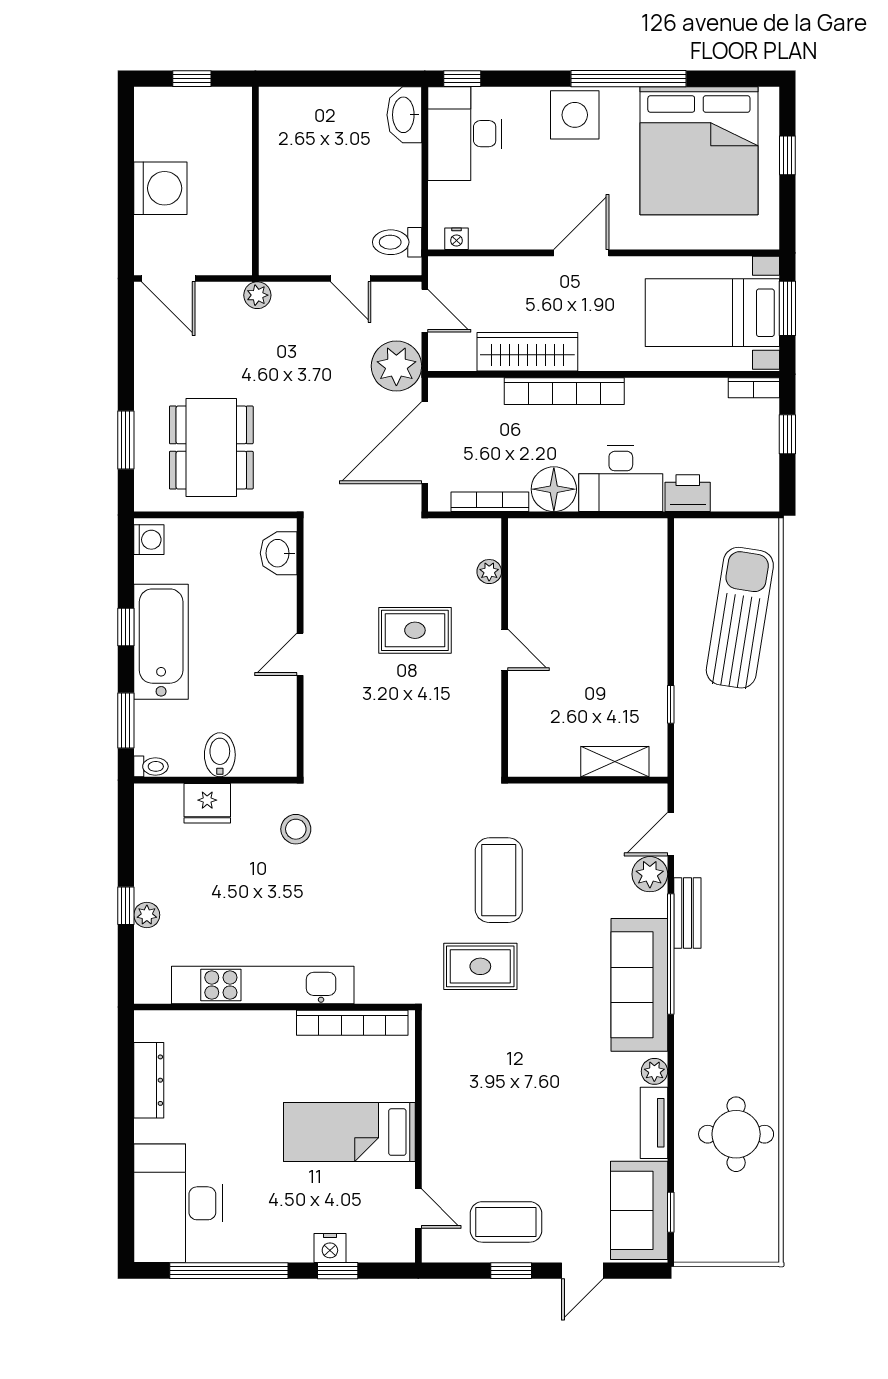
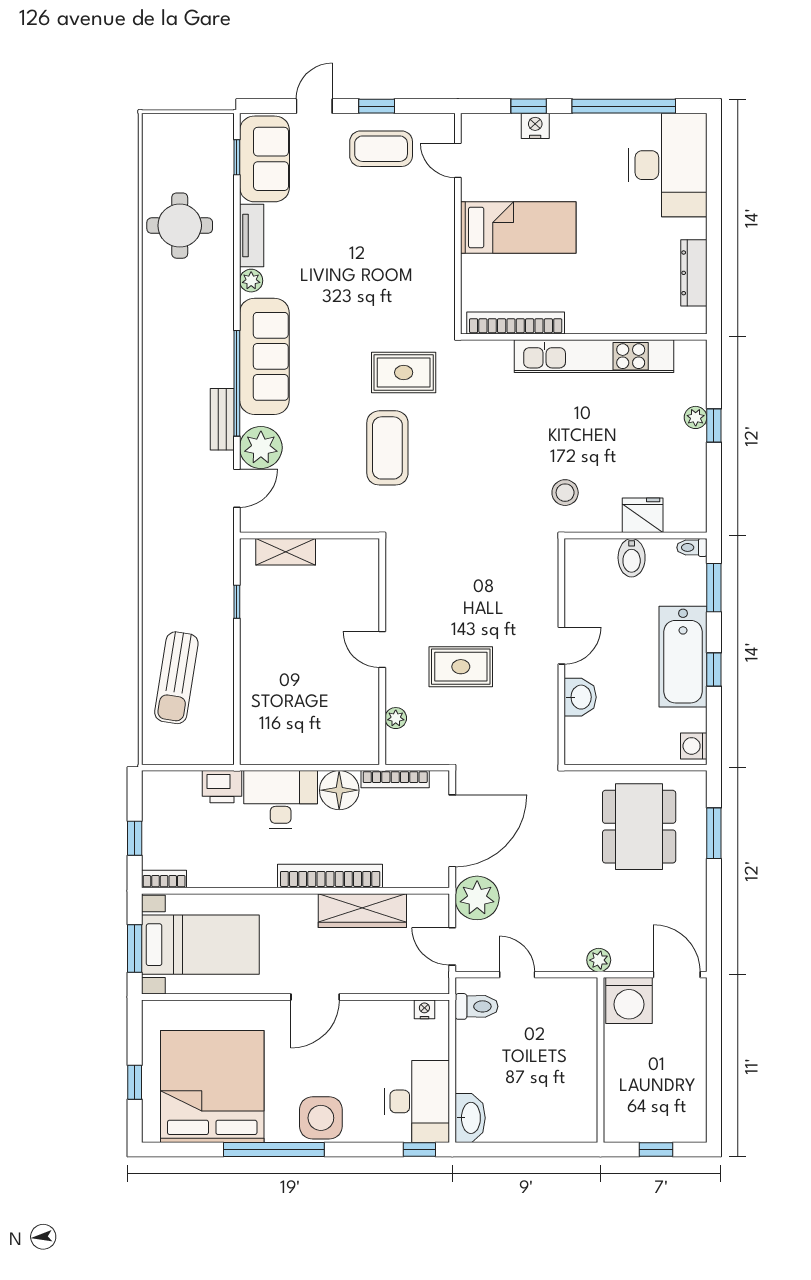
washing machine: (160, 188) -> (629, 1001), moved, turned -90
washbasin: (279, 553) -> (580, 697), moved
sun lounger: (740, 618) -> (176, 678), width x0.73, depth x0.75
plant: (650, 874) -> (261, 448), width x1.36, depth x1.36

